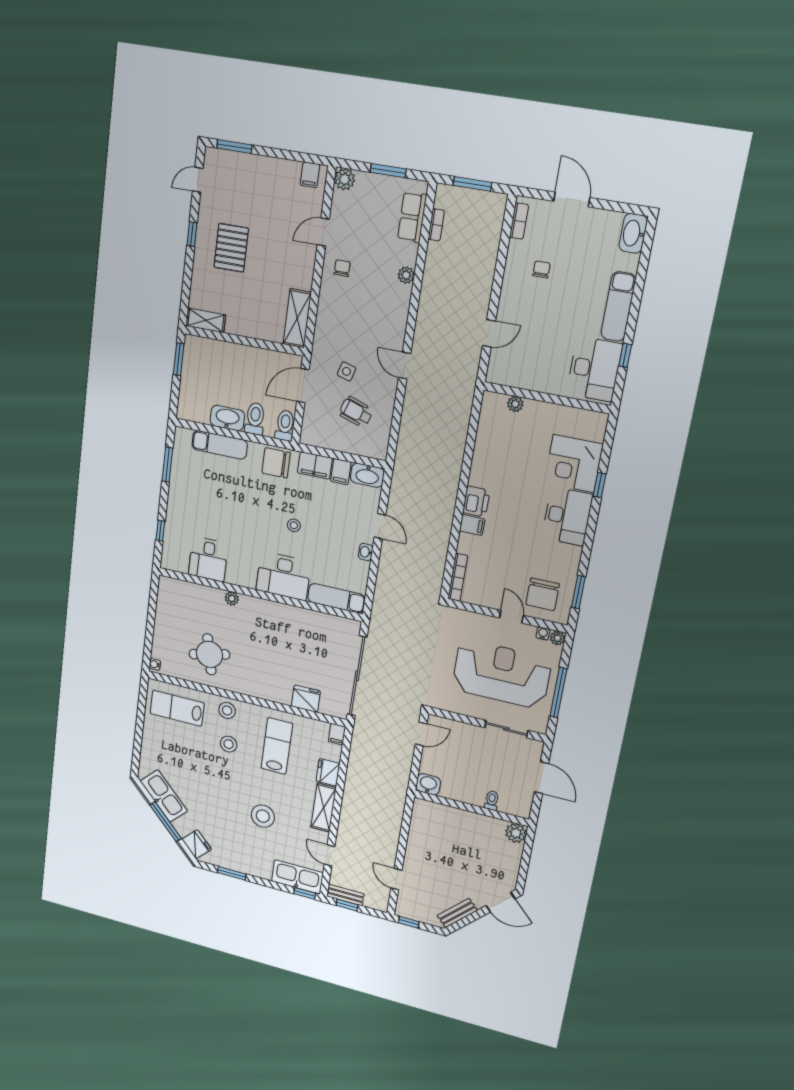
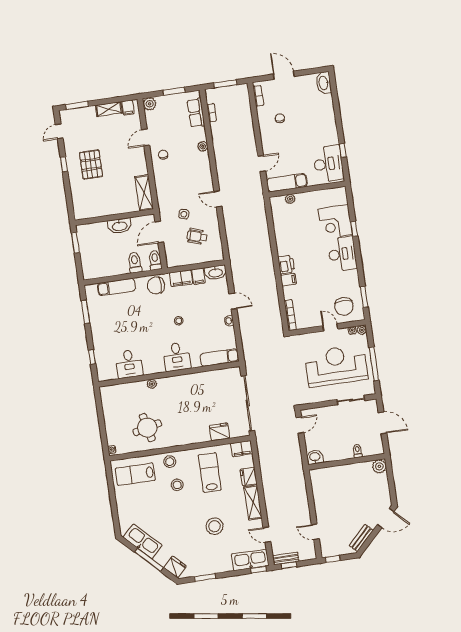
exam couch: (618, 306) -> (287, 183), moved, turned 90
shelving: (206, 320) -> (109, 109), moved
washbasin: (227, 418) -> (120, 226), moved, turned 180
desk: (283, 576) -> (177, 357), width x0.73
filing cabinet: (337, 734) -> (242, 449), width x2.00

